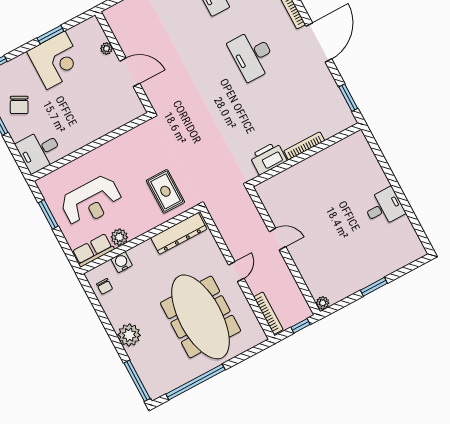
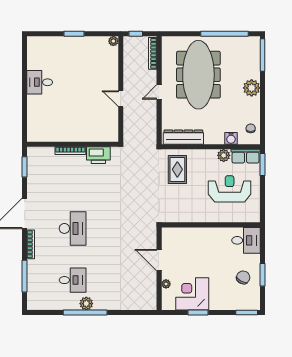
corner desk: (56, 60) -> (192, 294), moved
window: (48, 214) -> (262, 165), moved

